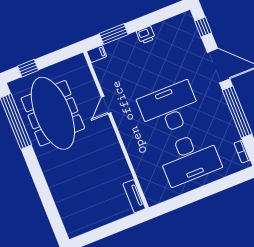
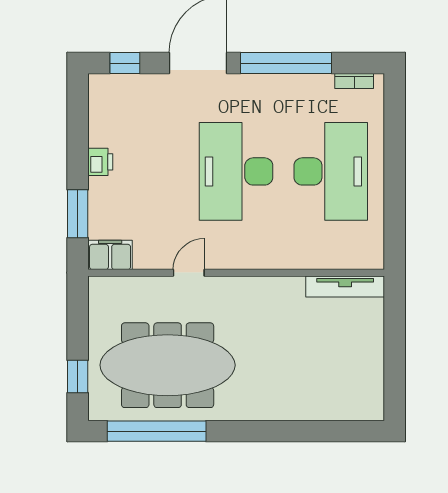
filing cabinet: (97, 54) -> (110, 255), width x2.00
door: (106, 105) -> (189, 273), swing flipped
tv unit: (134, 196) -> (345, 286), width x1.41

